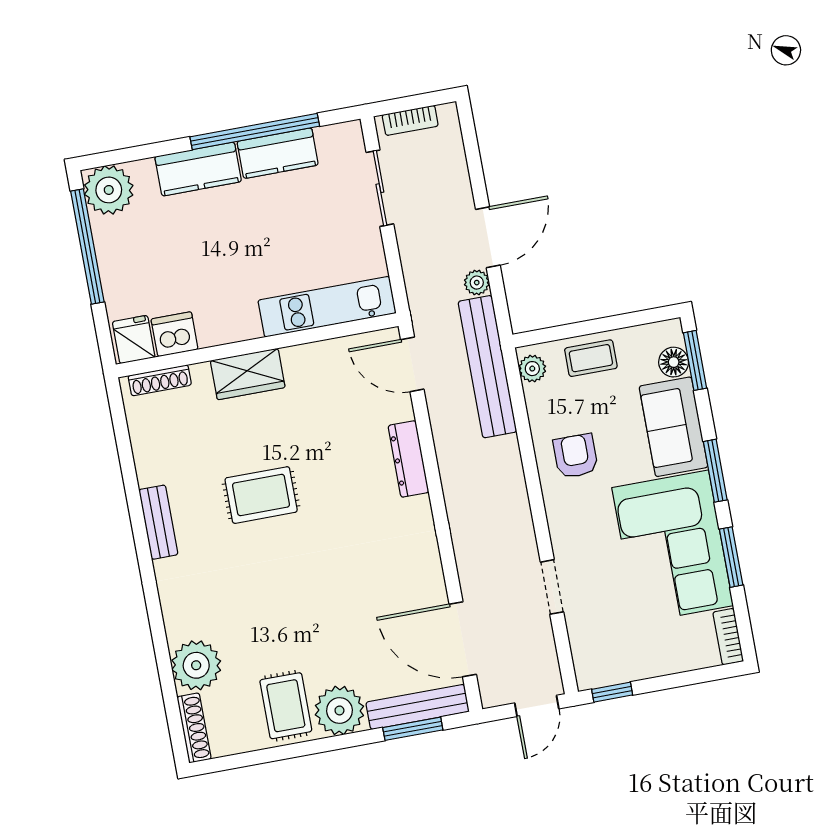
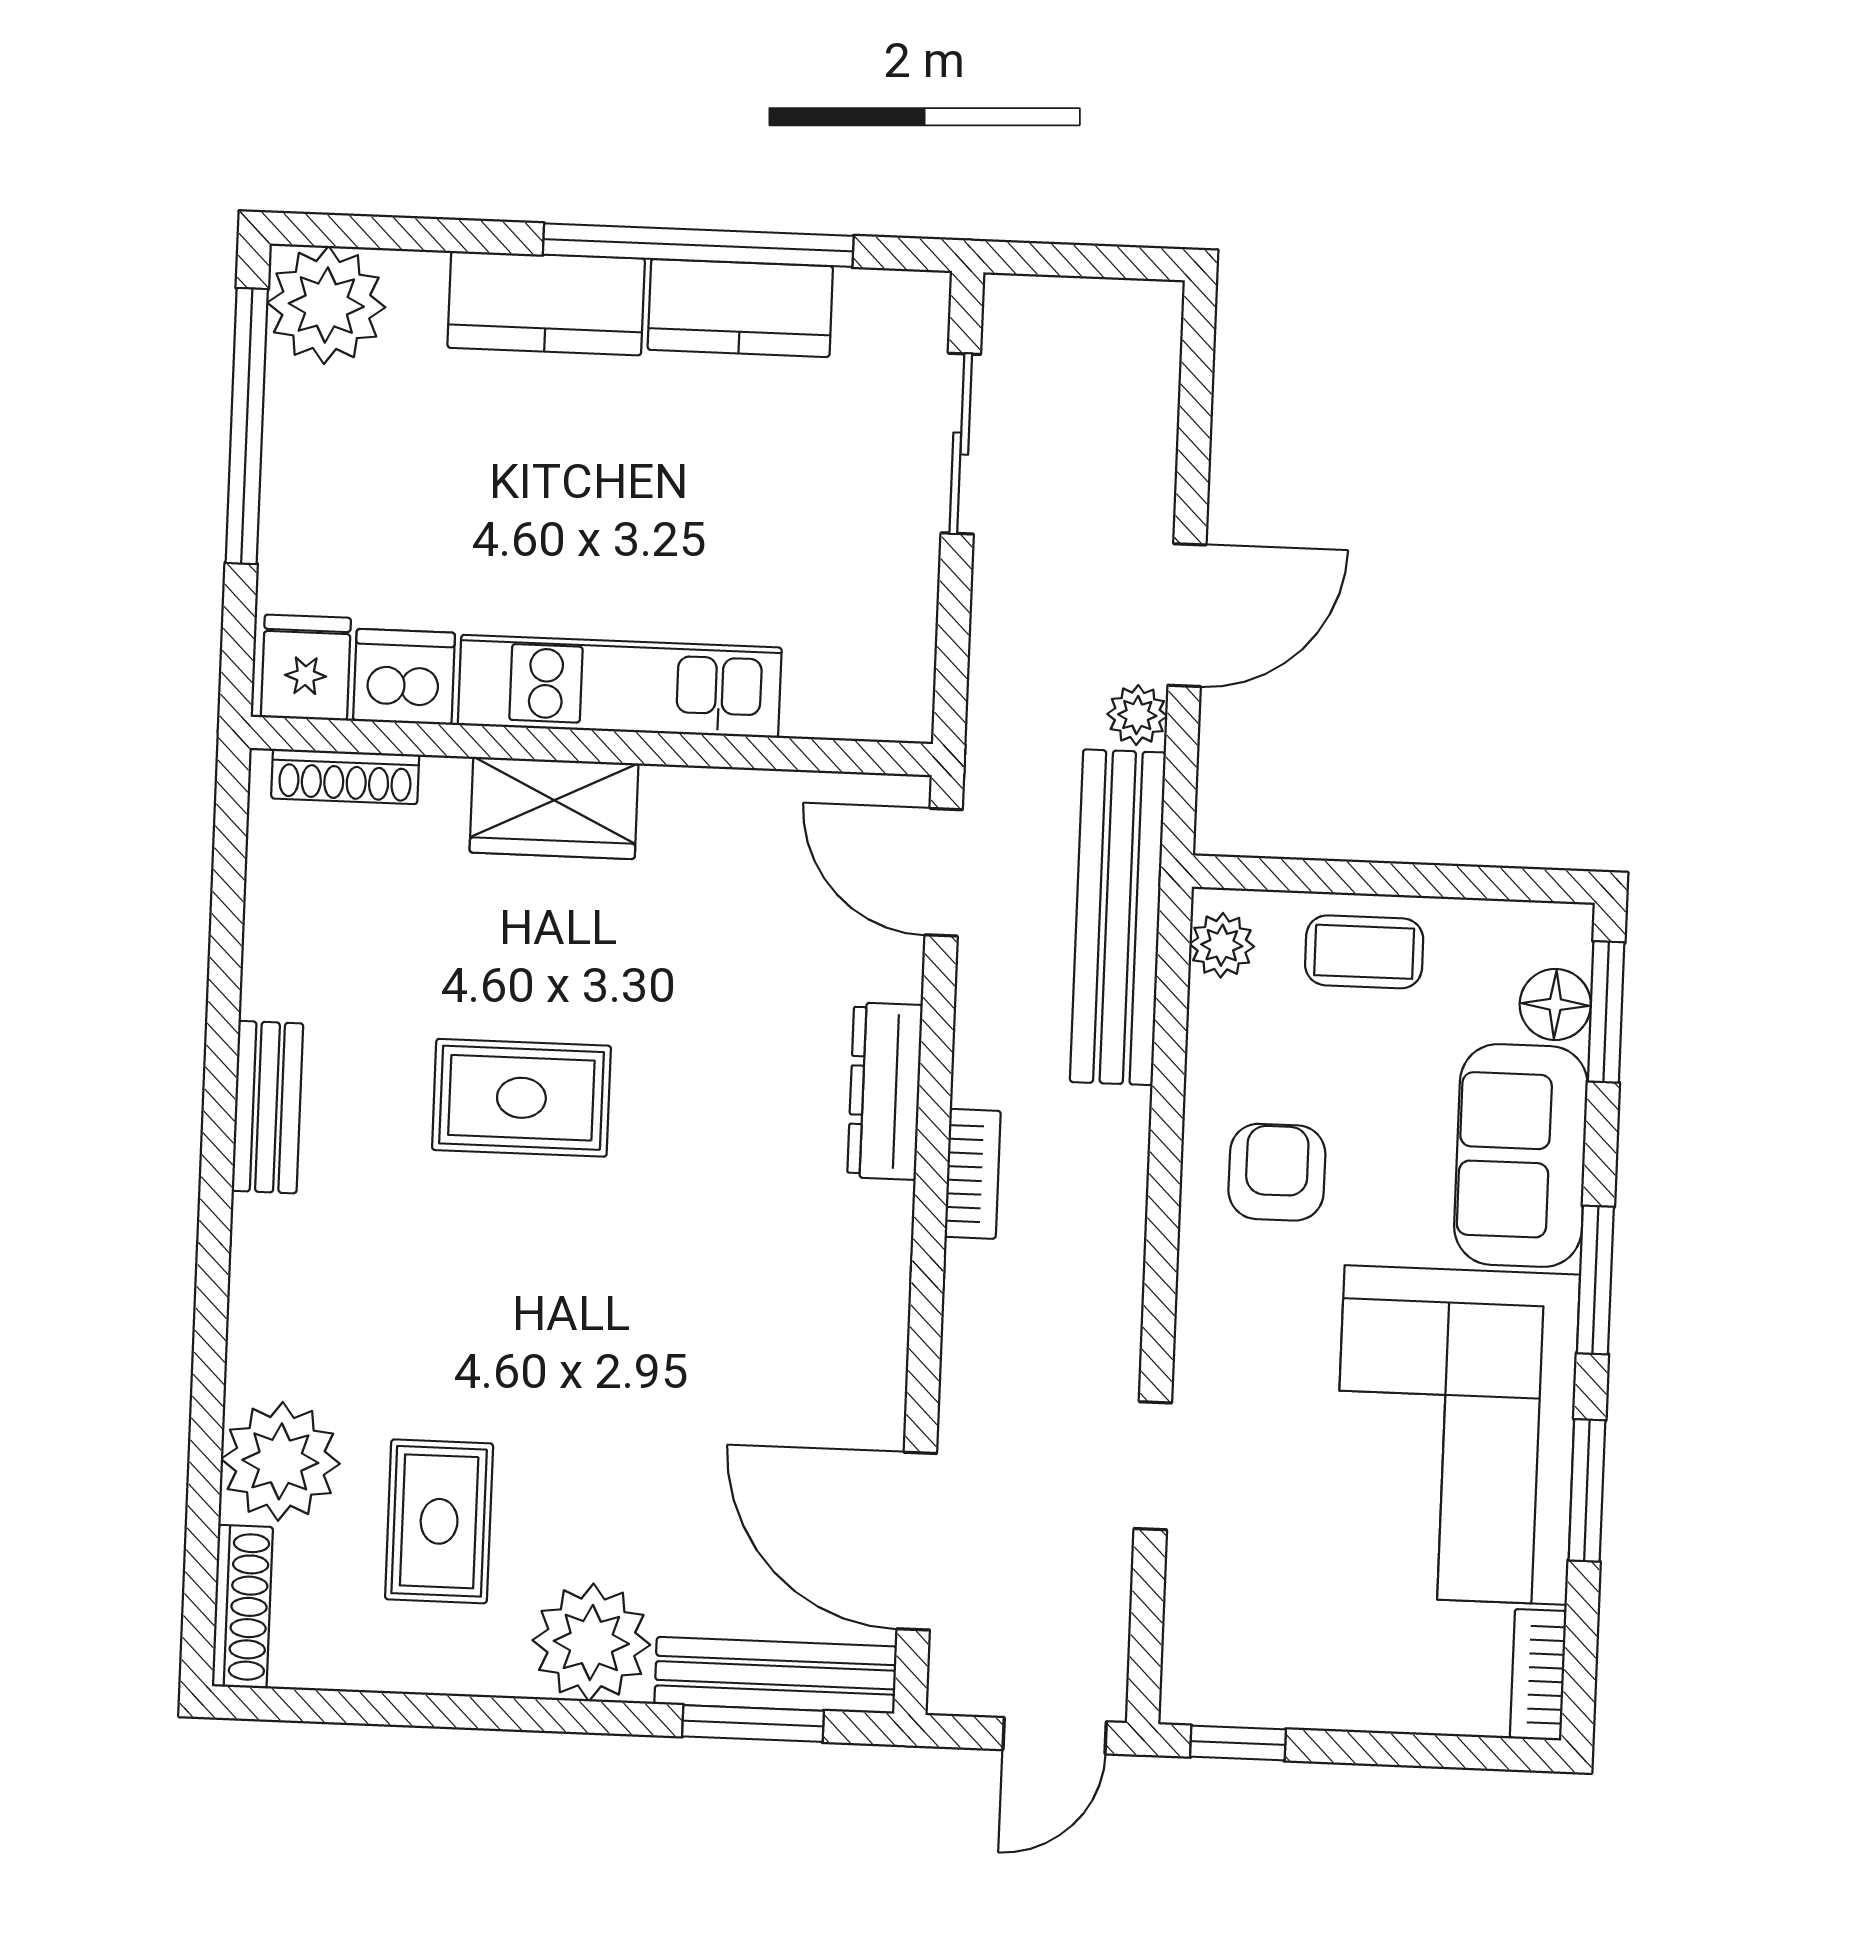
bookcase: (410, 120) -> (973, 1174), moved, turned -90
kitchen unit: (327, 307) -> (620, 686), moved
rug: (286, 706) -> (439, 1521), moved

